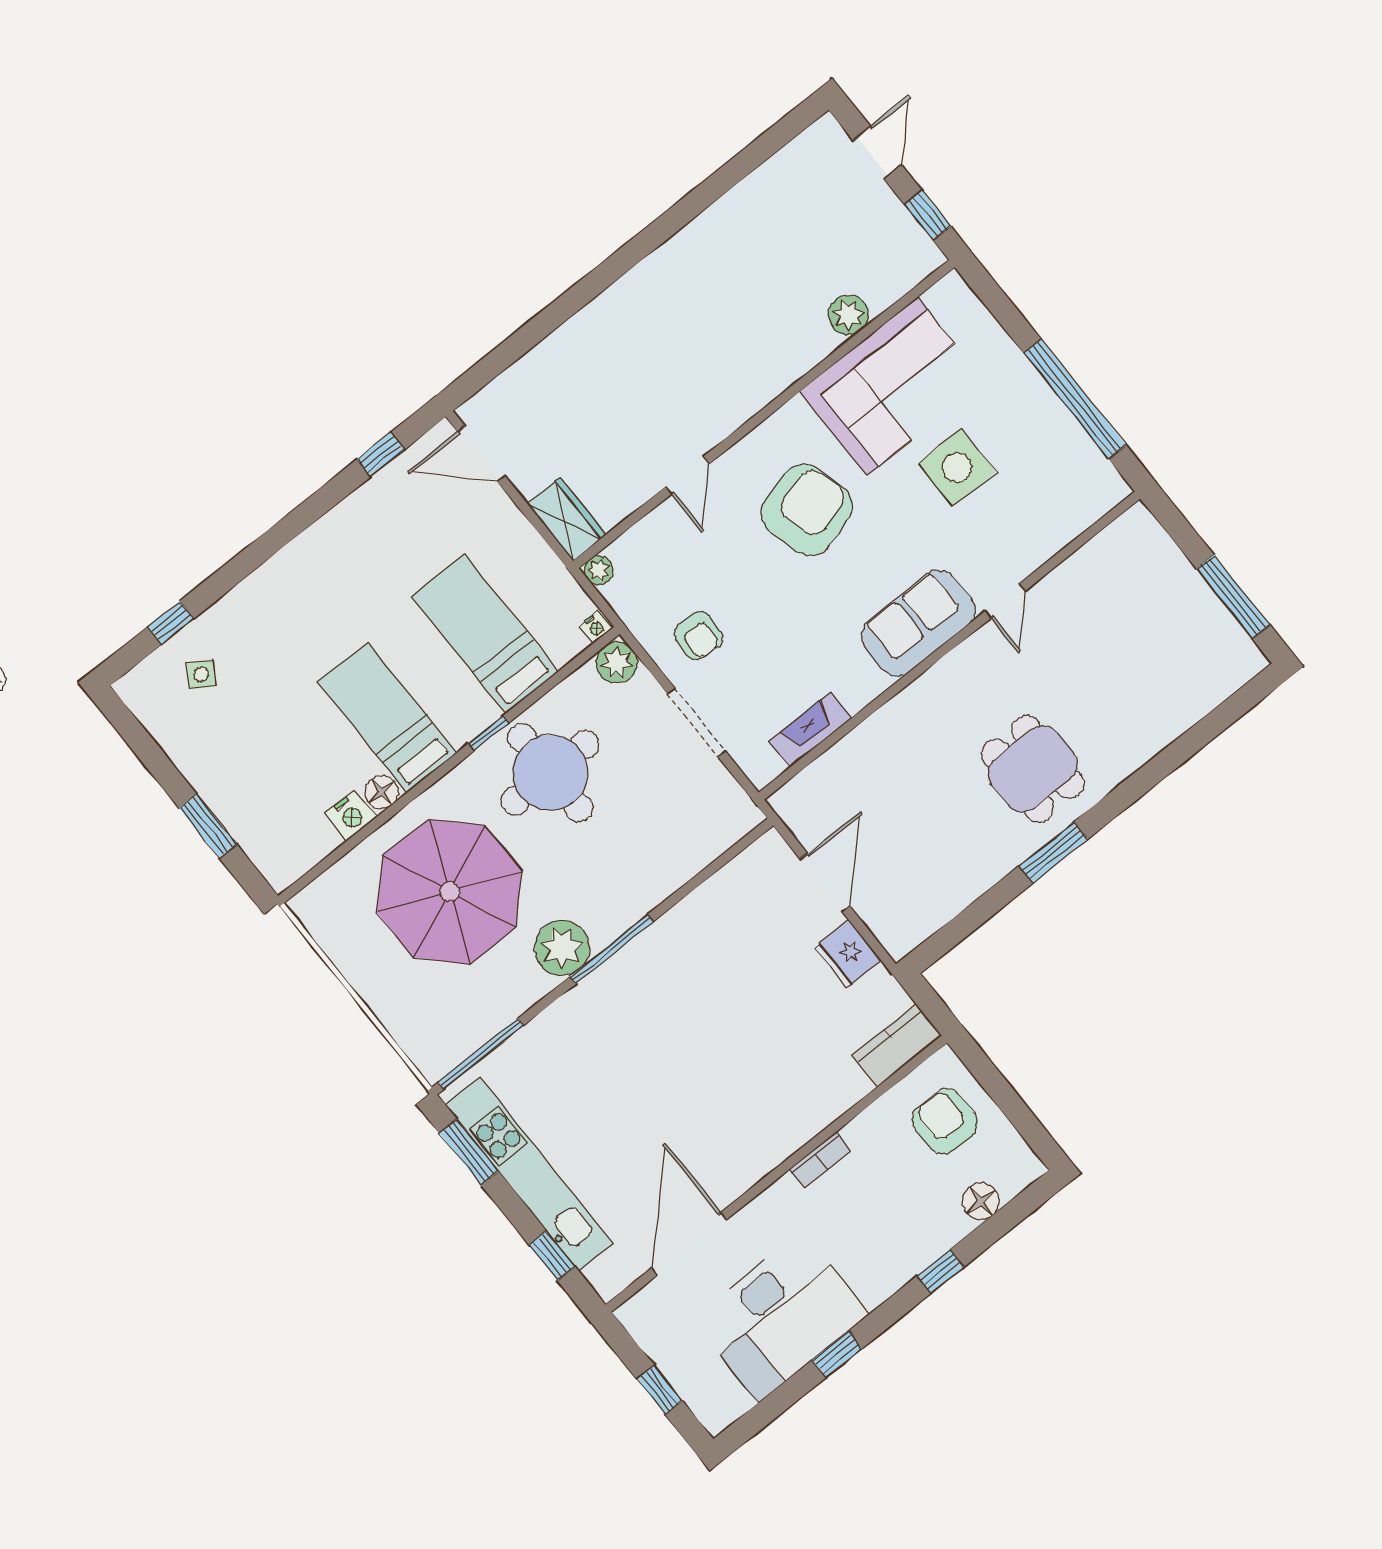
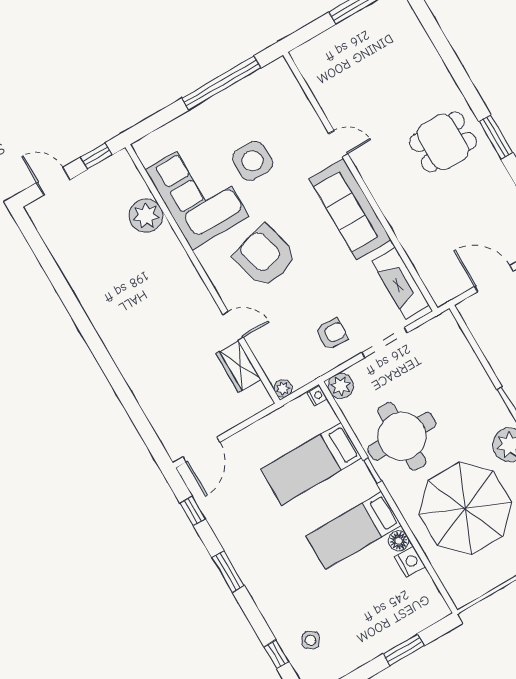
plant: (849, 315) -> (146, 216), width x1.36, depth x1.36
wardrobe: (567, 519) -> (238, 367), moved, turned -90
window: (292, 526) -> (228, 572), added
sofa: (918, 623) -> (350, 209), width x1.36
fireplace: (810, 730) -> (401, 283), width x1.37, depth x1.32

